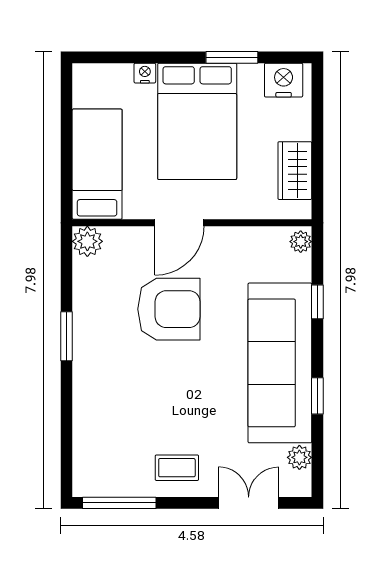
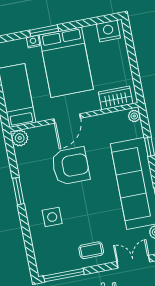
window: (232, 57) -> (44, 31), moved
wardrobe: (295, 171) -> (116, 98), moved, turned 90
side table: (118, 395) -> (52, 217), added

